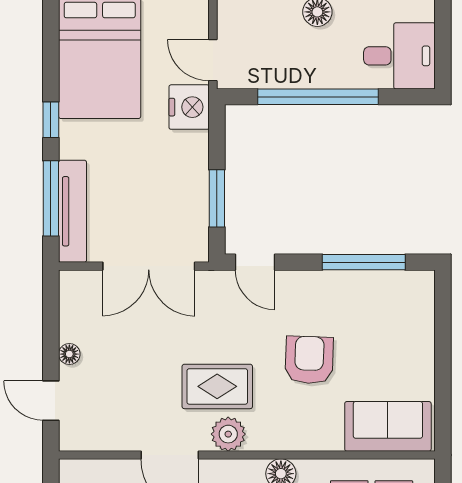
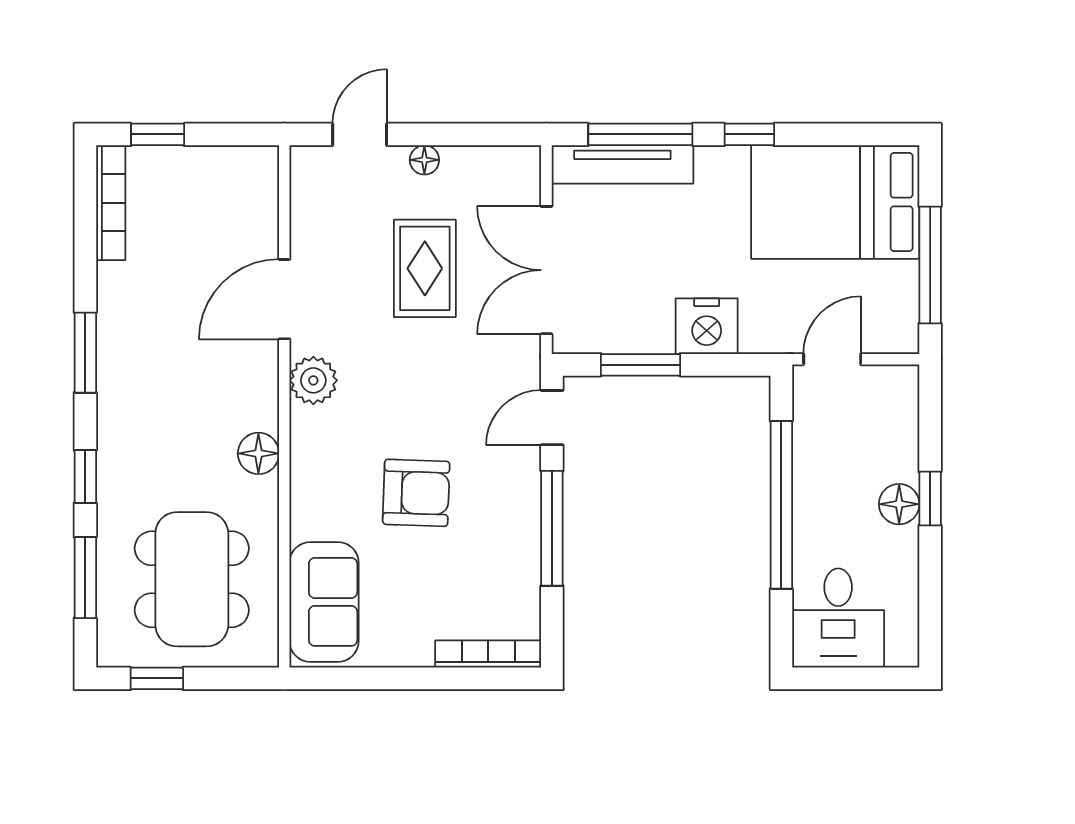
nightstand: (189, 107) -> (707, 326), moved
window: (364, 262) -> (552, 528), moved
bookcase: (425, 308) -> (488, 654), added
rug: (217, 386) -> (425, 268), moved

